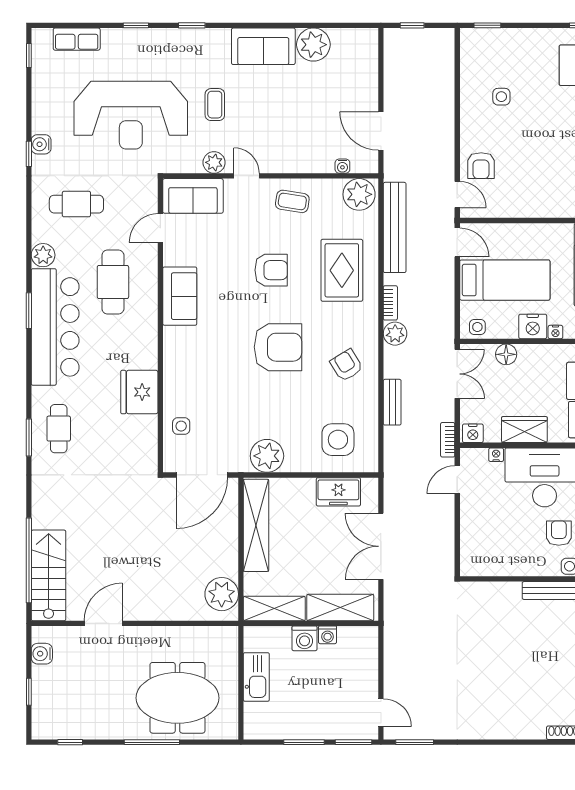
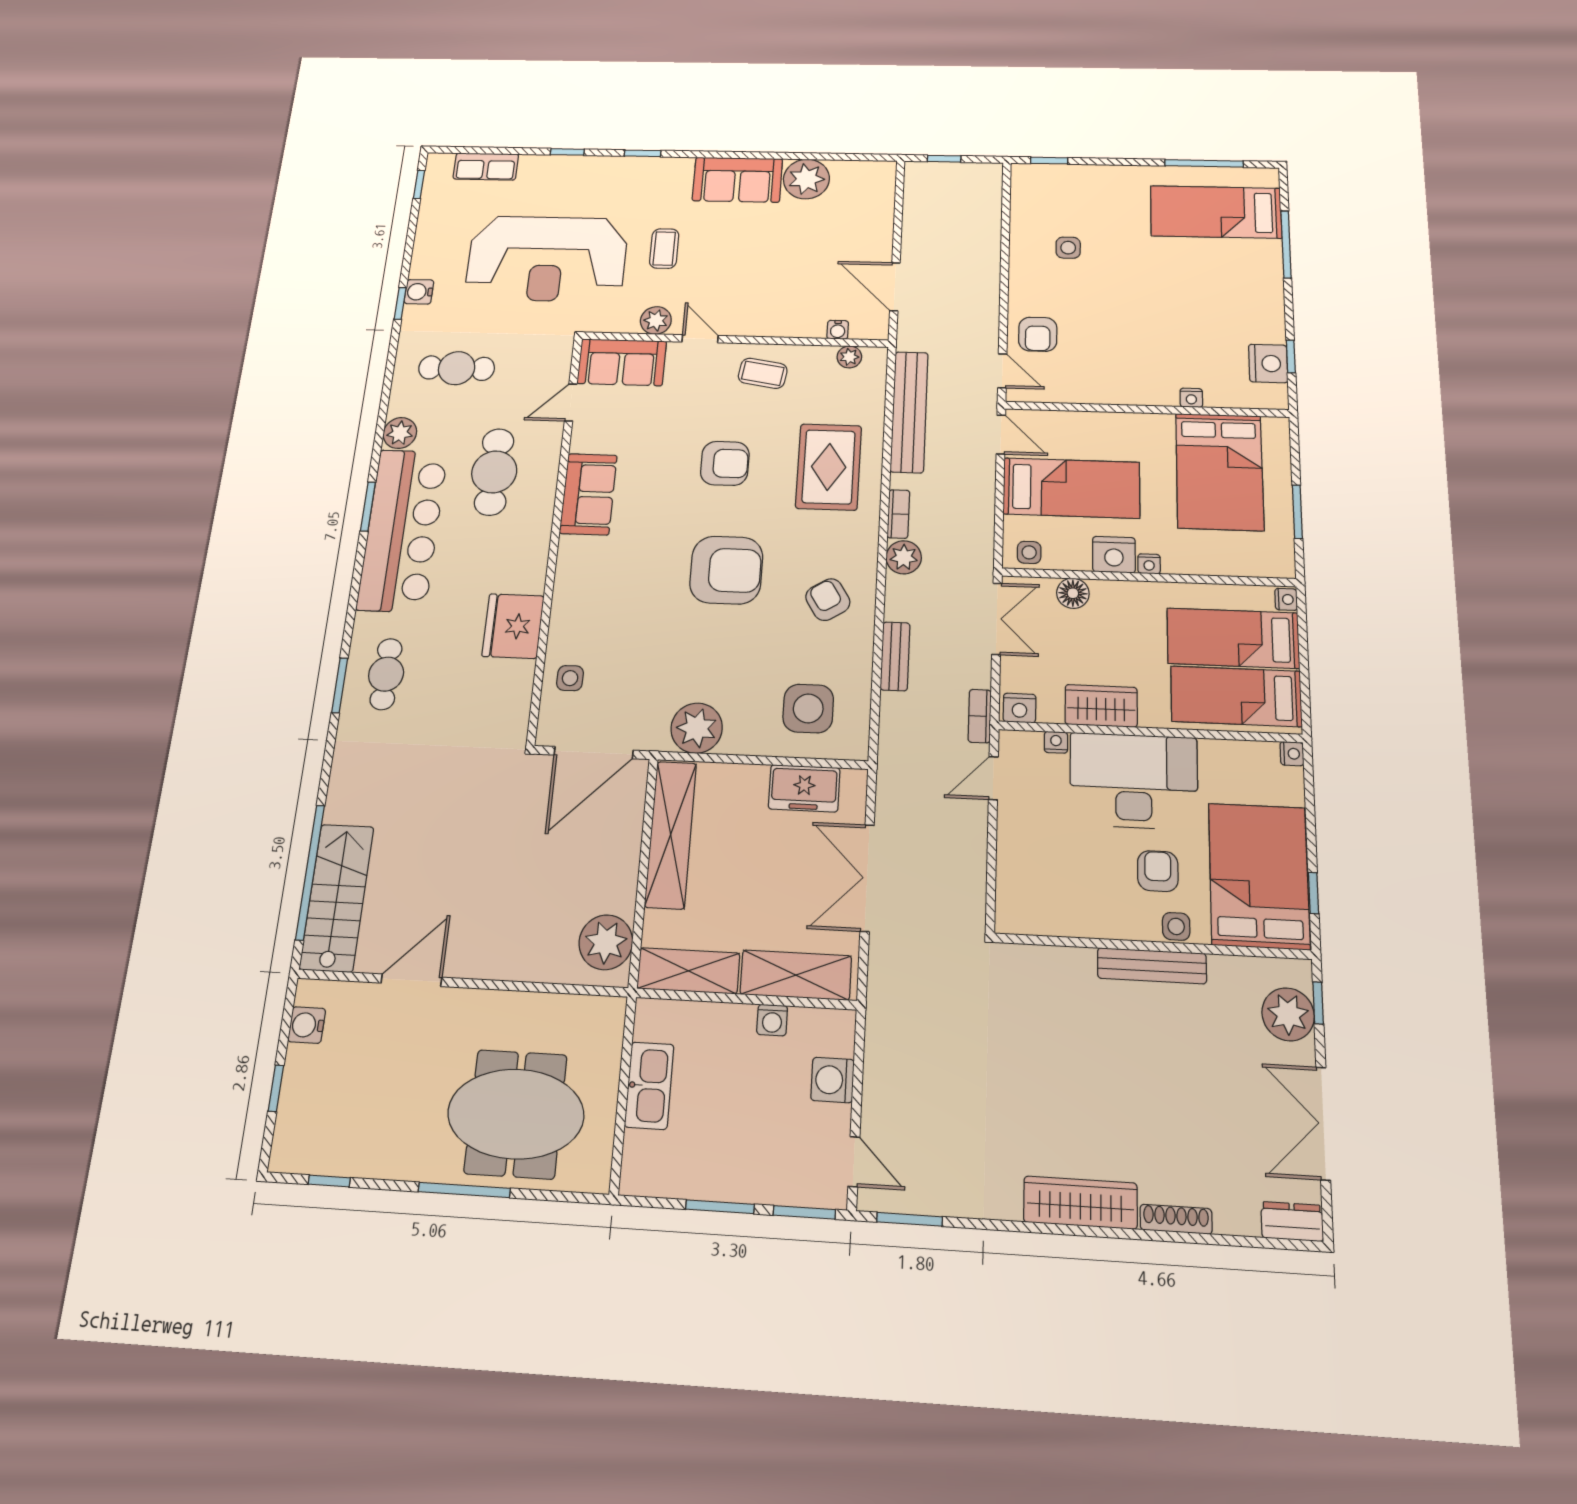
plant: (359, 194) -> (849, 357), width x0.53, depth x0.53
washing machine: (305, 638) -> (833, 1080), moved, turned 90
wardrobe: (513, 727) -> (1080, 1203), added

